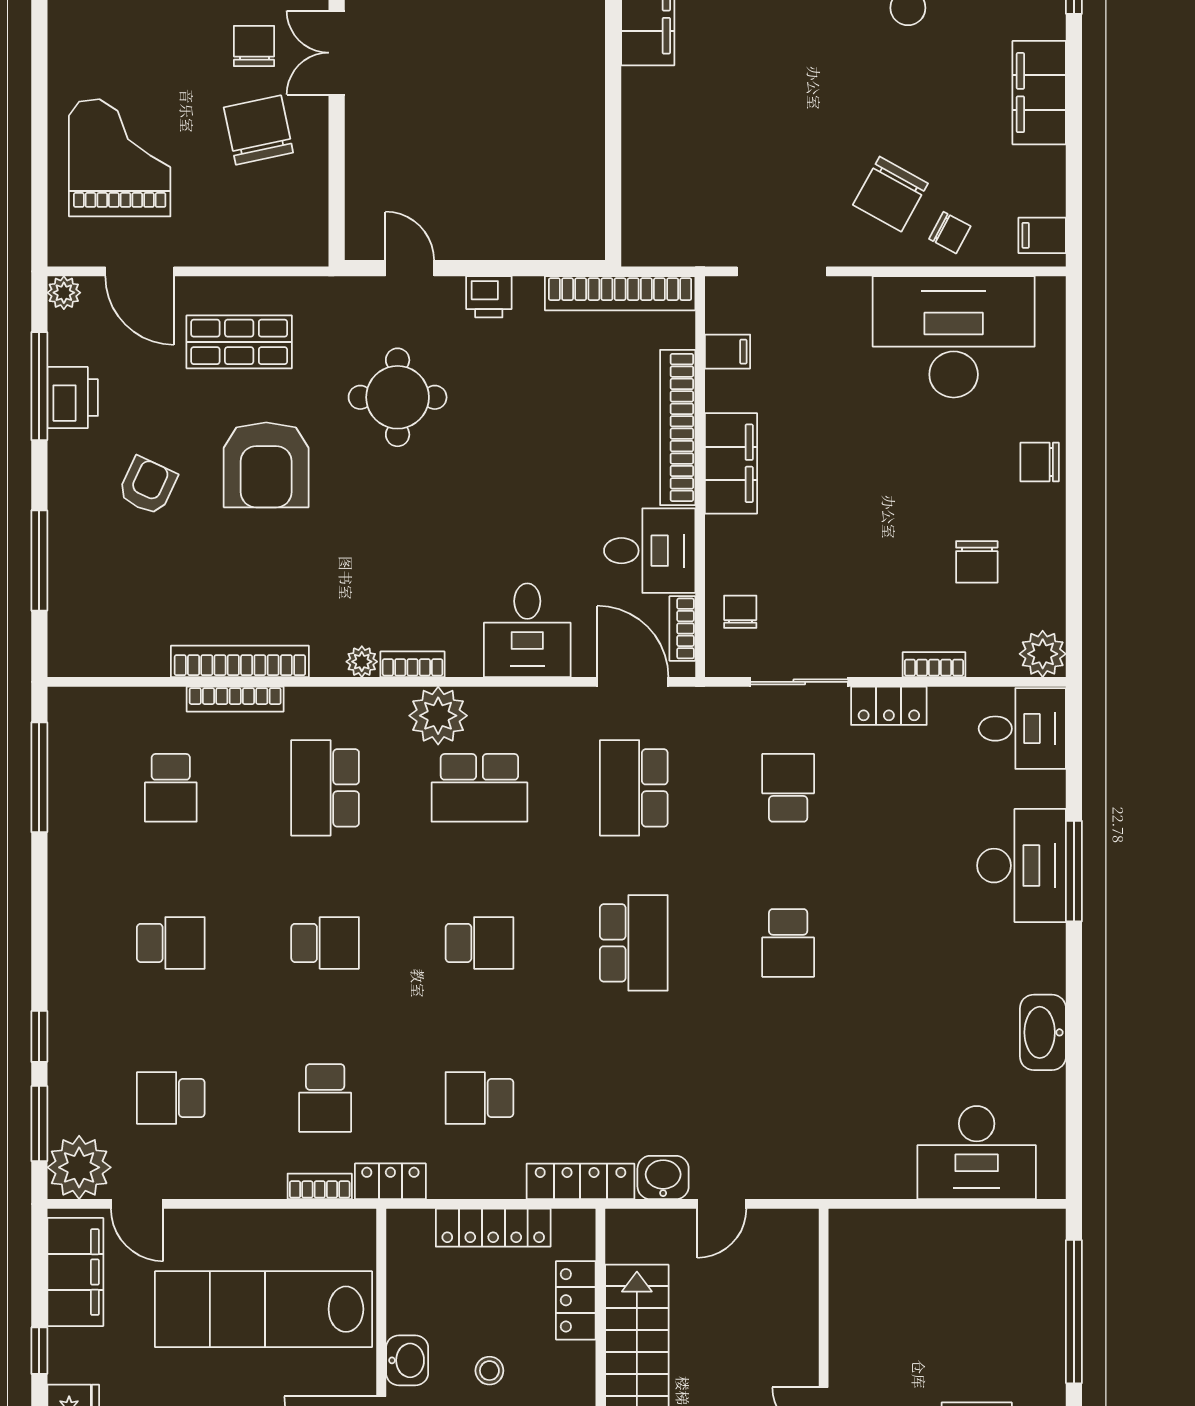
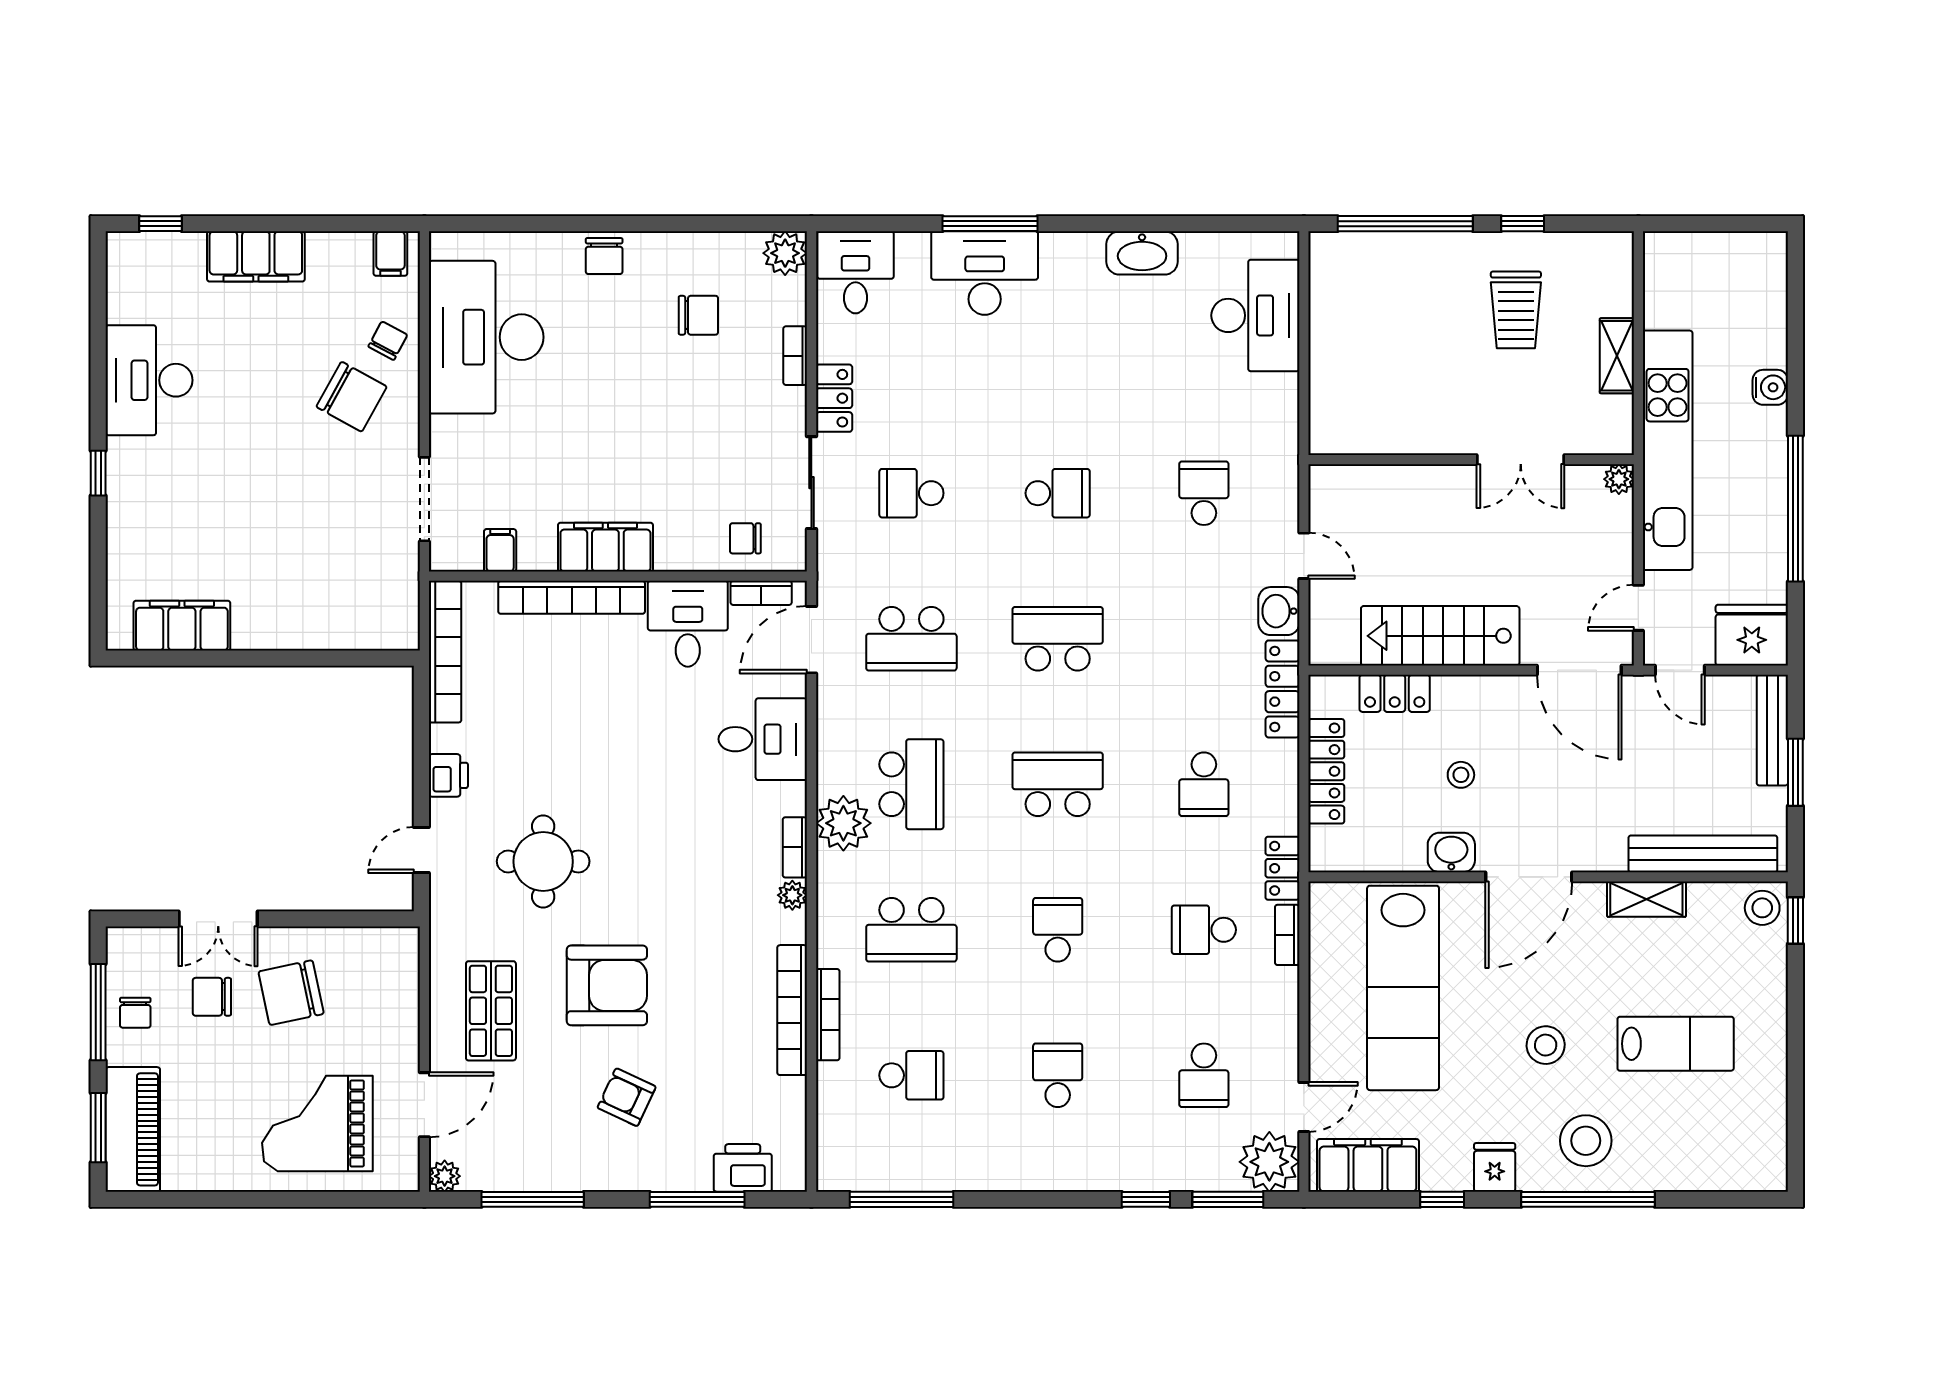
printer: (73, 398) -> (743, 1168), moved
school desk: (479, 943) -> (1058, 784), width x1.85
school desk: (325, 1098) -> (1204, 930), turned 180
school desk: (788, 1098) -> (1204, 493), added

